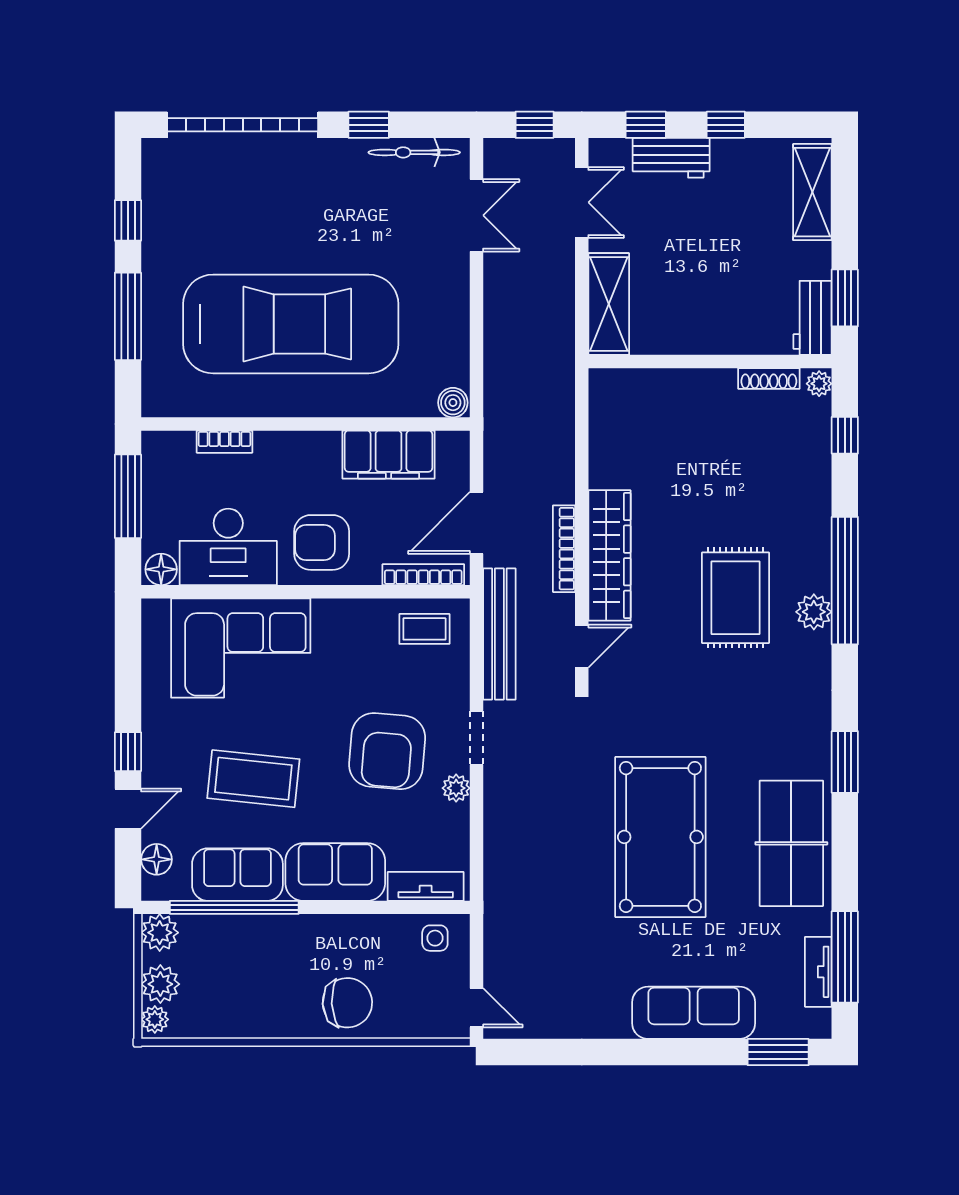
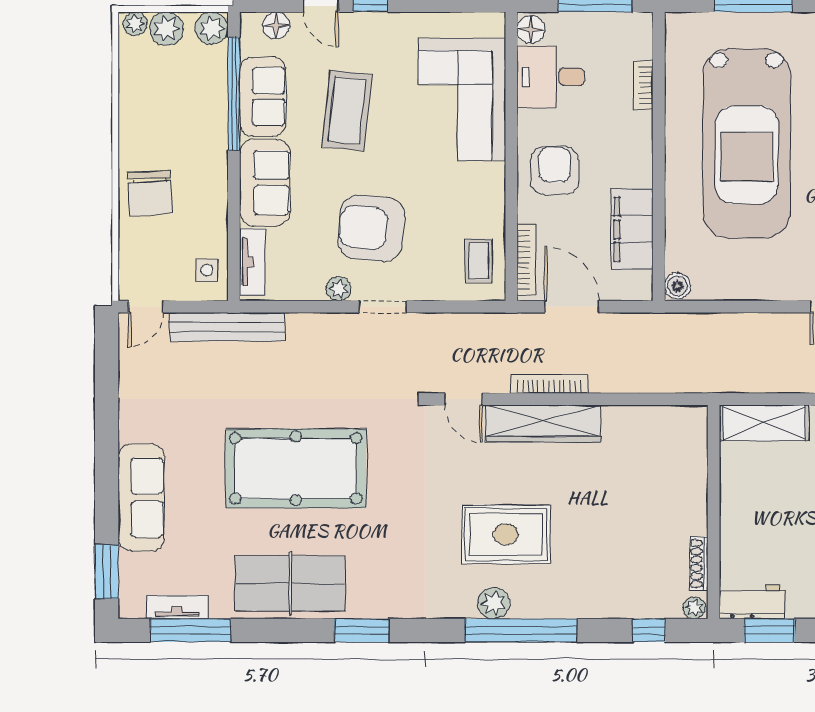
desk: (228, 547) -> (551, 77), width x0.73
bench: (499, 634) -> (227, 327), moved

